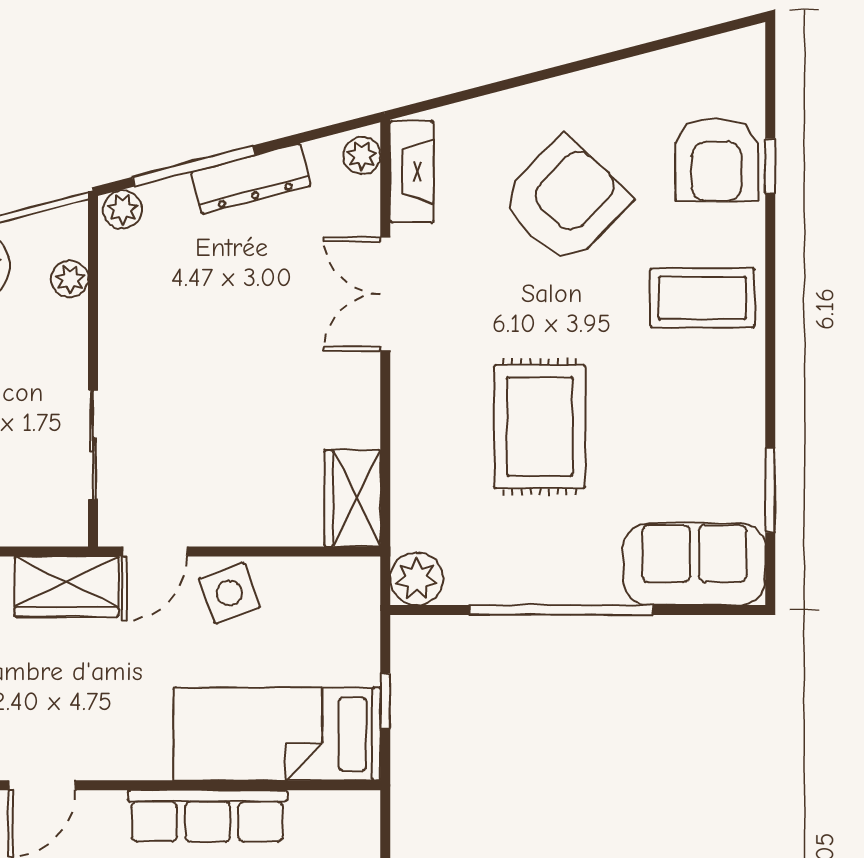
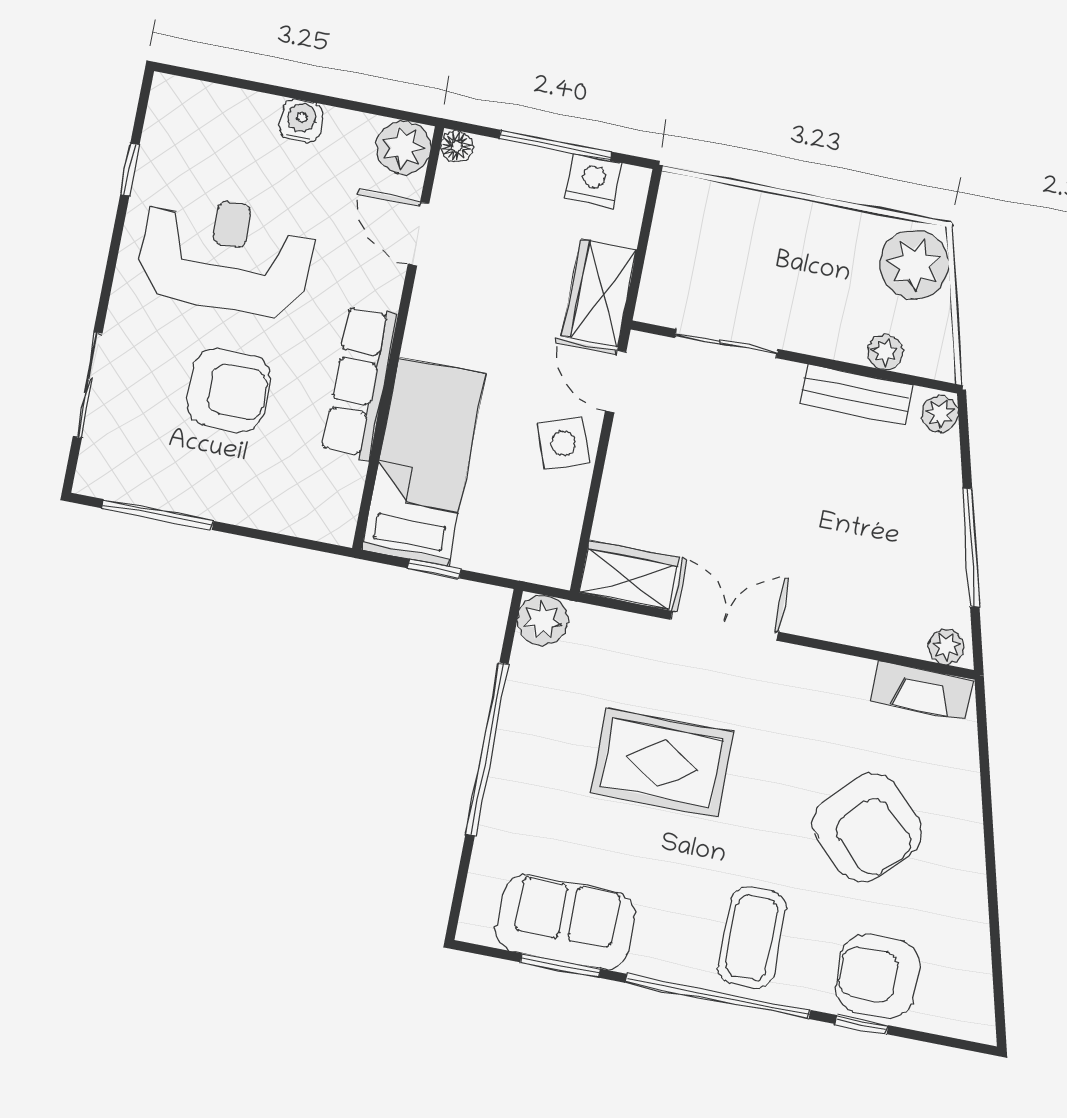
window: (194, 166) -> (971, 548), moved
dresser: (251, 179) -> (945, 539), removed
double door: (385, 294) -> (724, 626), moved
bench: (119, 300) -> (856, 394), added
window: (770, 321) -> (718, 996), added
sofa: (694, 564) -> (565, 922), moved, turned -90

